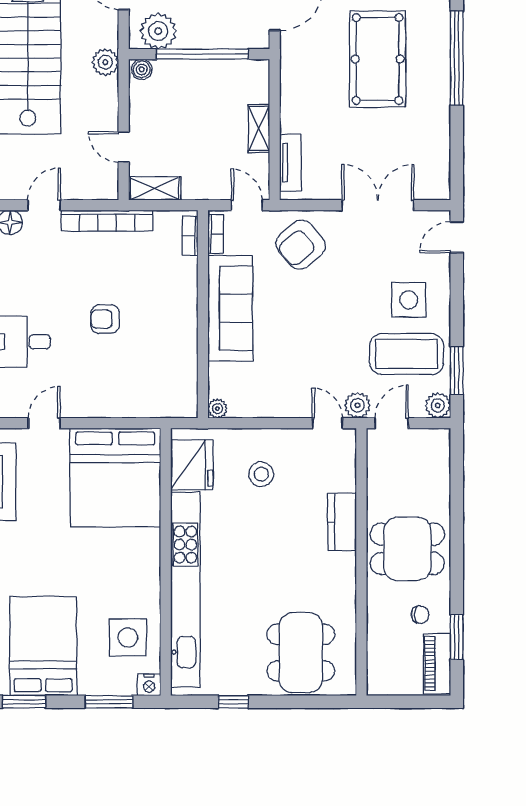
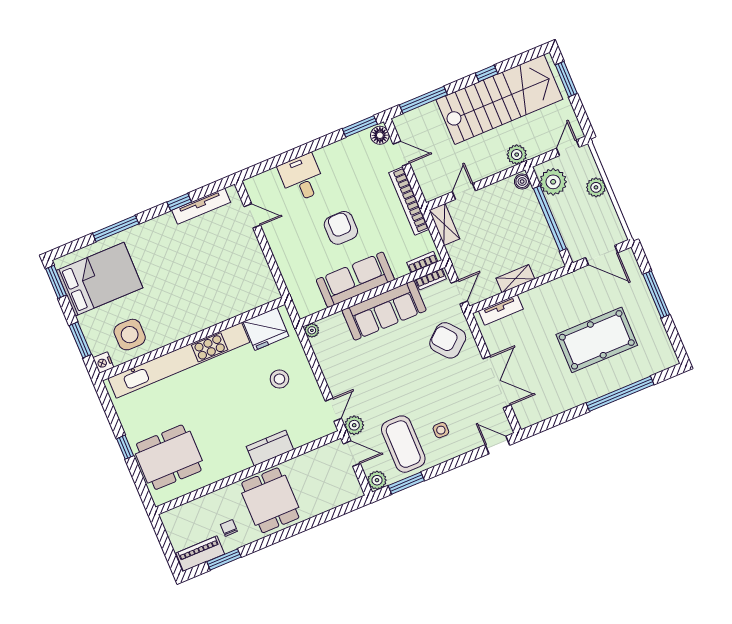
side table: (409, 300) -> (441, 430), width x0.54, depth x0.54
armchair: (105, 319) -> (341, 228), width x1.38, depth x1.38
sofa: (177, 328) -> (355, 280), added
bed: (115, 477) -> (236, 280), removed
chair: (420, 615) -> (229, 528), turned 180
window: (233, 702) -> (125, 447), moved

